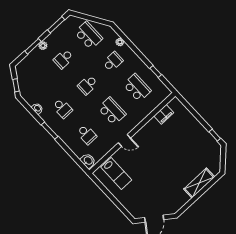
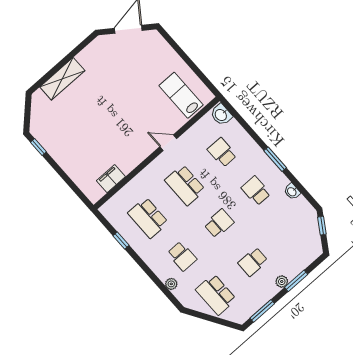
school desk: (63, 59) -> (253, 262), turned 180
school desk: (113, 62) -> (182, 256), turned -90

